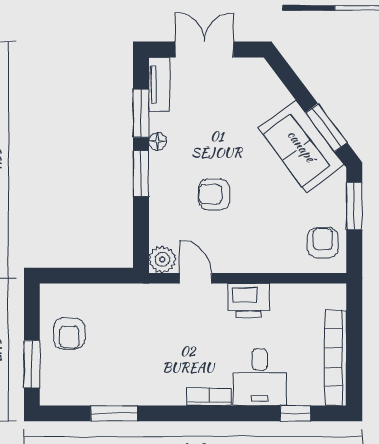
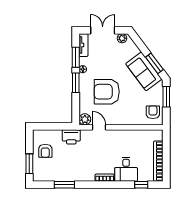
plant: (250, 68) -> (122, 38), added
armchair: (214, 194) -> (107, 92), width x1.88, depth x1.88
printer: (249, 301) -> (71, 137), moved

